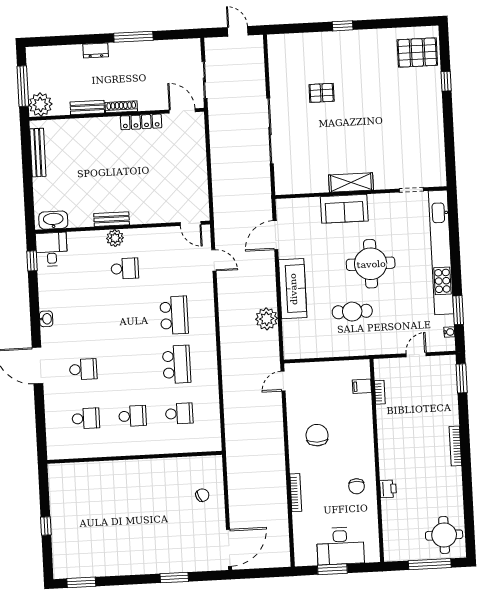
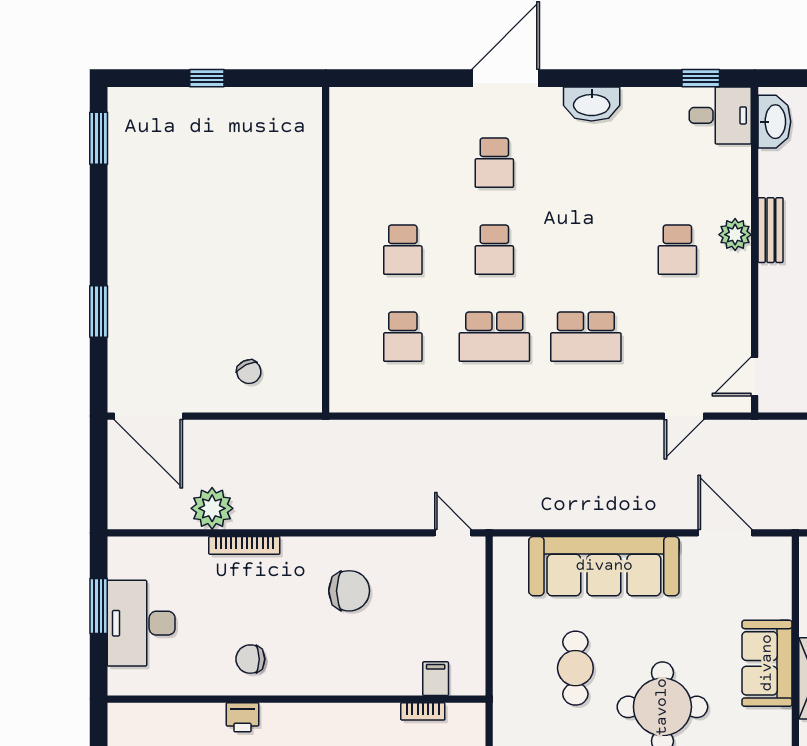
sofa: (293, 289) -> (604, 566), width x1.36, depth x1.27
washbasin: (46, 319) -> (592, 104), width x1.91, depth x1.45
plant: (267, 319) -> (212, 508), moved
school desk: (86, 418) -> (494, 250), moved

